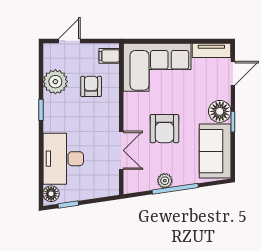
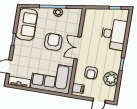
floor lamp: (220, 111) -> (20, 46), removed
double door: (121, 150) -> (78, 48), moved
floor lamp: (51, 194) -> (124, 15), removed

